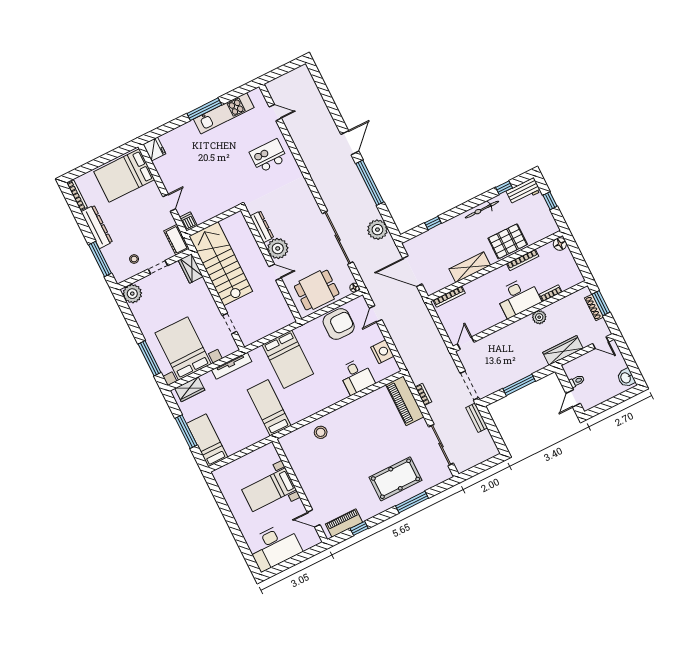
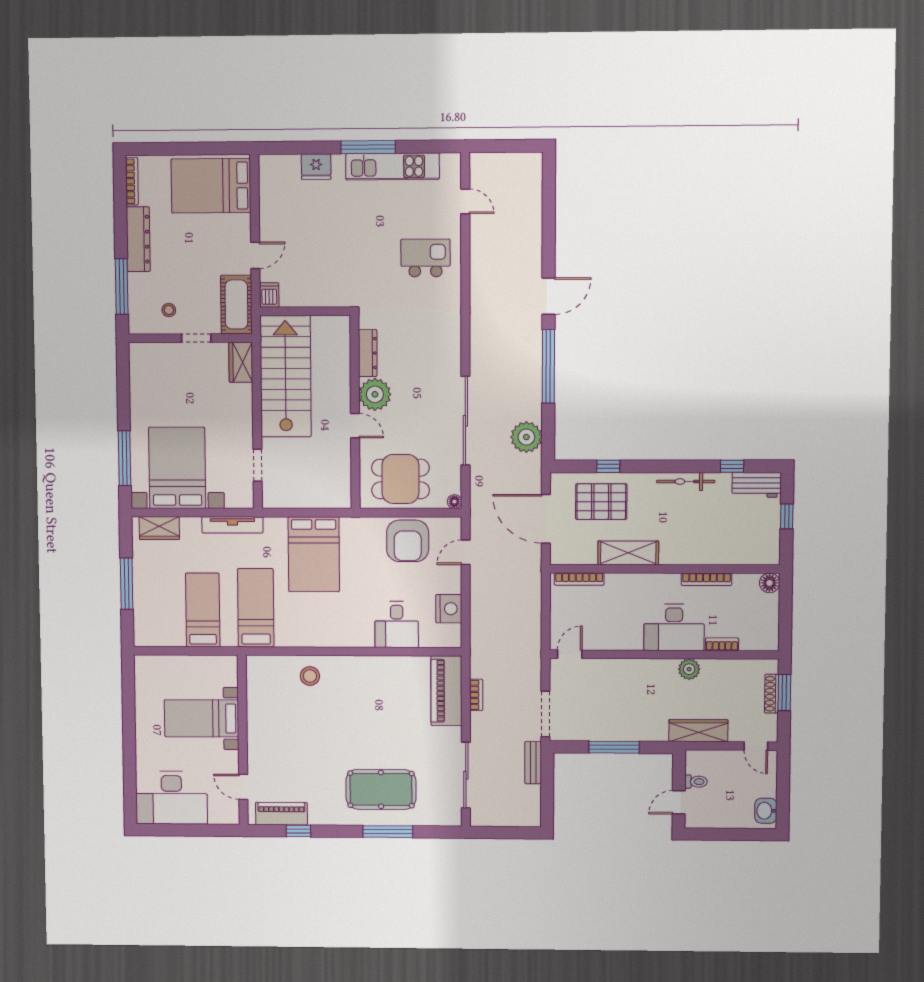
fridge: (154, 149) -> (316, 167), moved, turned 90
cot: (176, 240) -> (236, 305), width x1.37, depth x1.34
pallet: (508, 241) -> (601, 502), moved
plant: (132, 294) -> (143, 357), removed
armchair: (339, 324) -> (408, 541), turned 90
bed: (207, 440) -> (203, 610), moved

